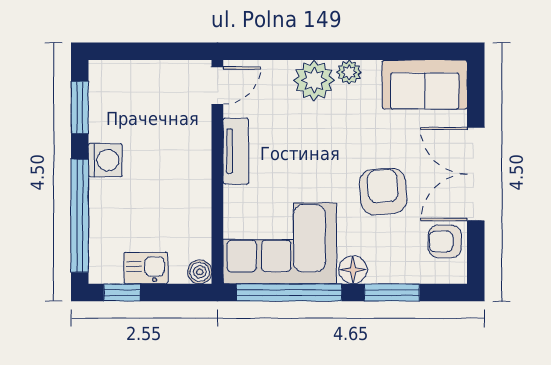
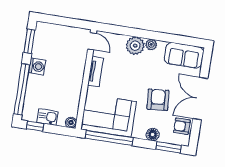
door: (217, 86) -> (92, 41), hinge flipped
floor lamp: (353, 270) -> (153, 135), moved
window: (392, 292) -> (169, 147), moved

